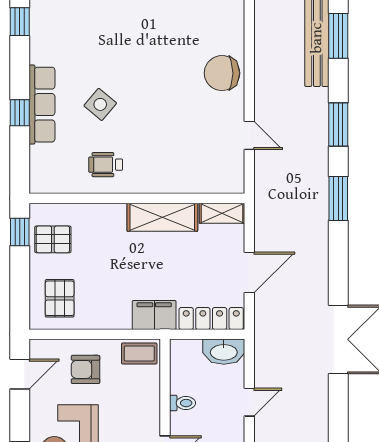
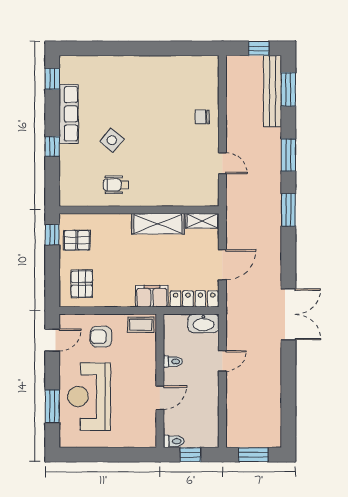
chair: (222, 73) -> (202, 117), width x0.54, depth x0.54
row of seats: (42, 105) -> (69, 114), moved

